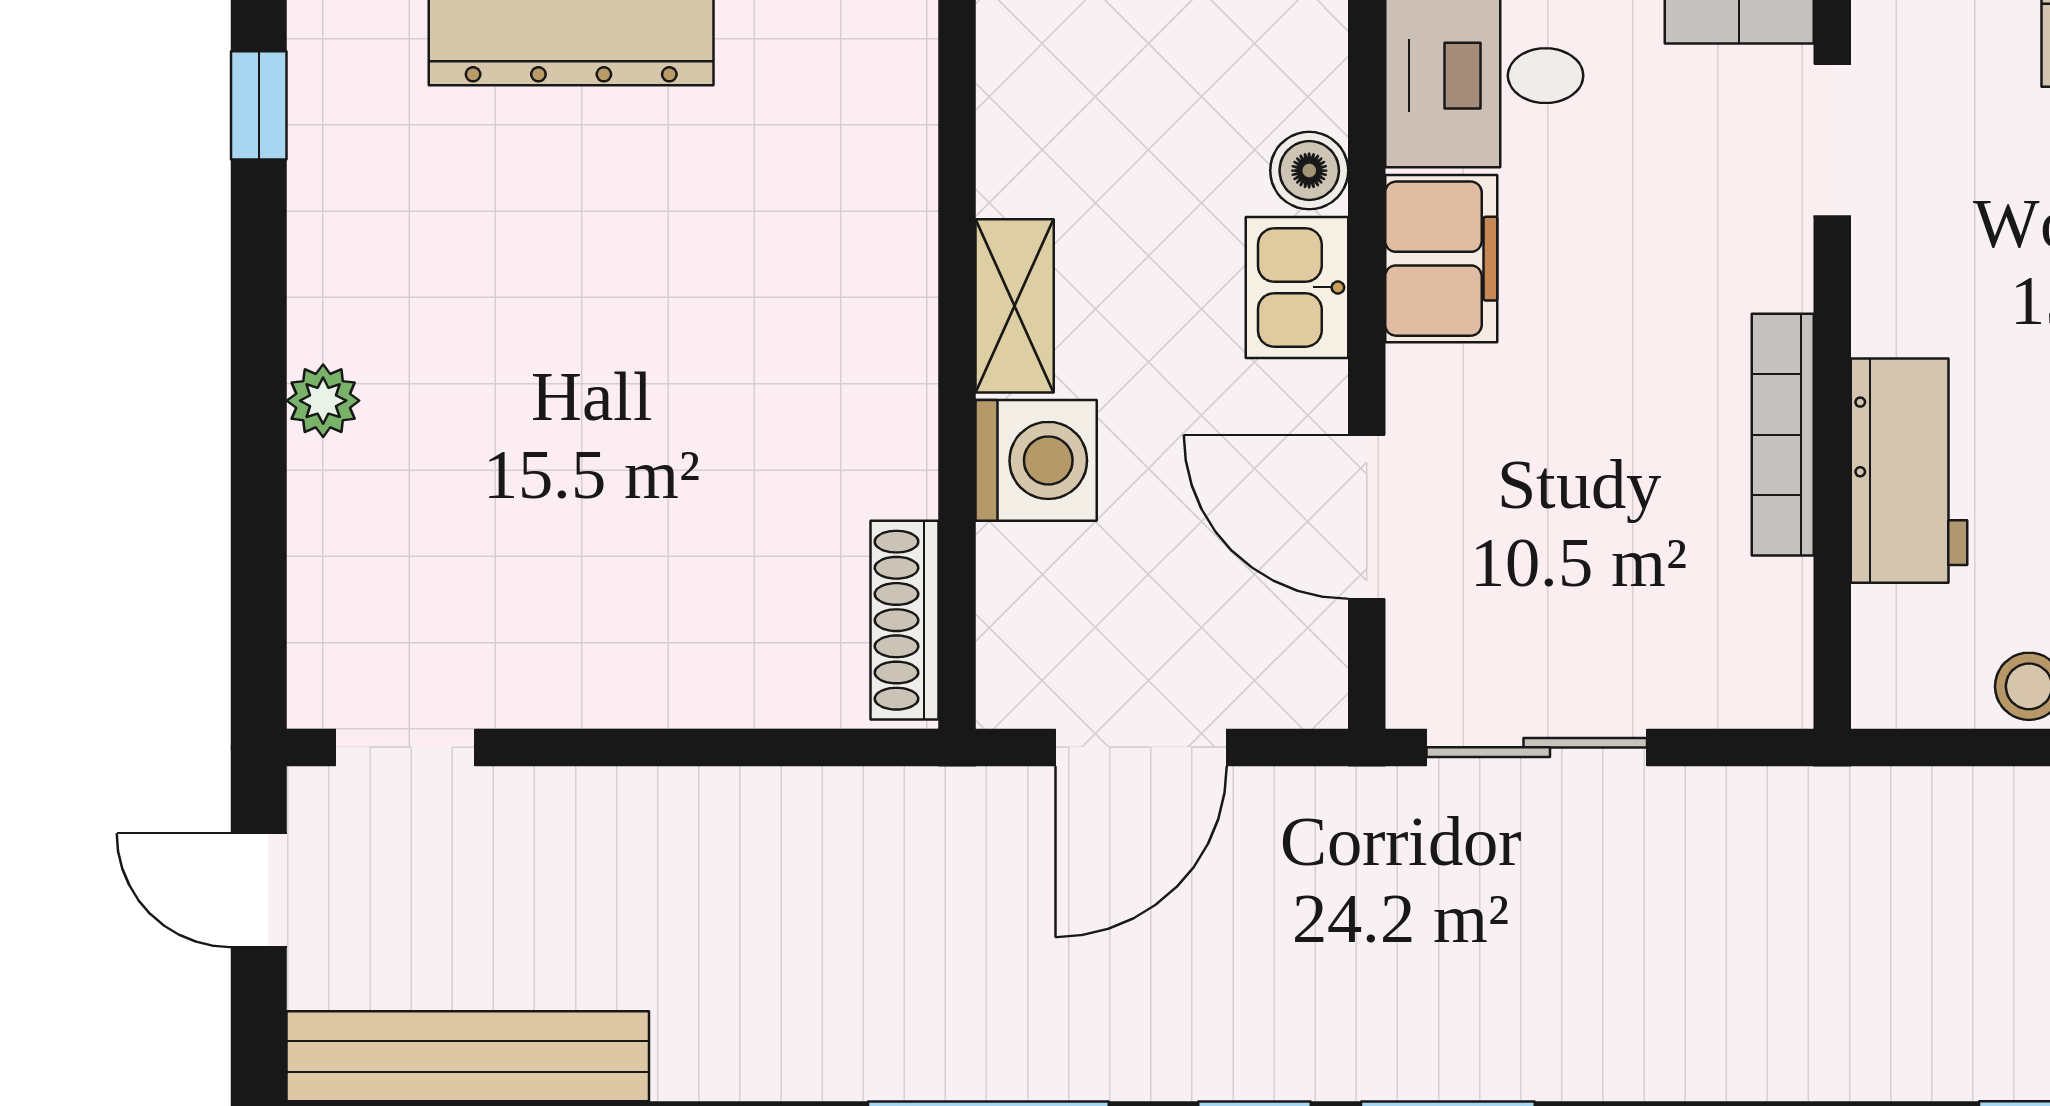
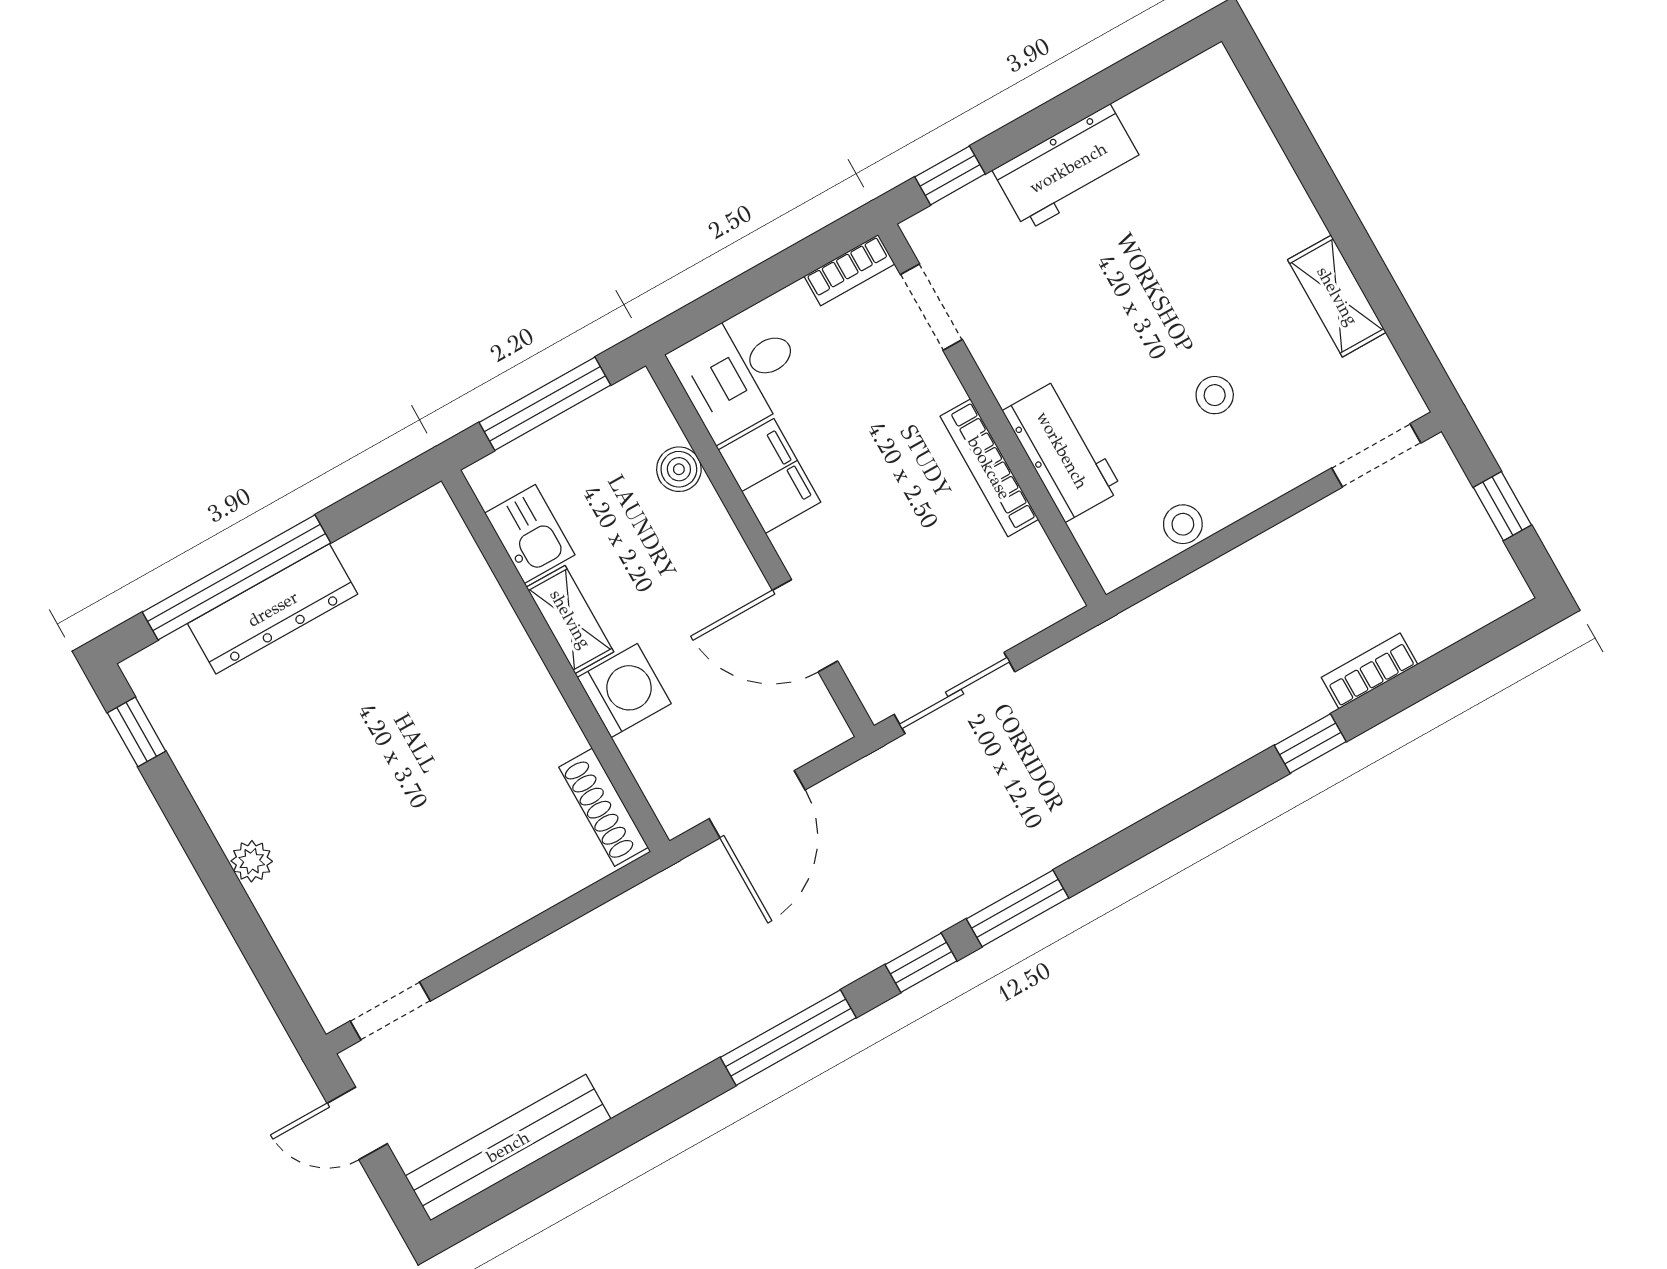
kitchen sink: (1297, 287) -> (530, 534), moved, turned 180

